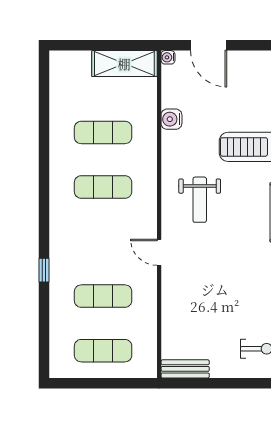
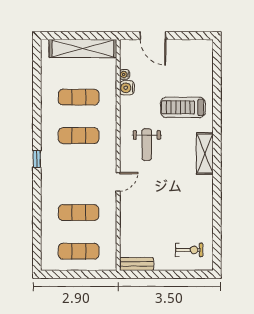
water cooler: (168, 57) -> (124, 74), moved
shelving: (124, 64) -> (83, 48), width x1.47
door: (159, 252) -> (118, 182), swing flipped
window: (44, 270) -> (37, 159), moved

